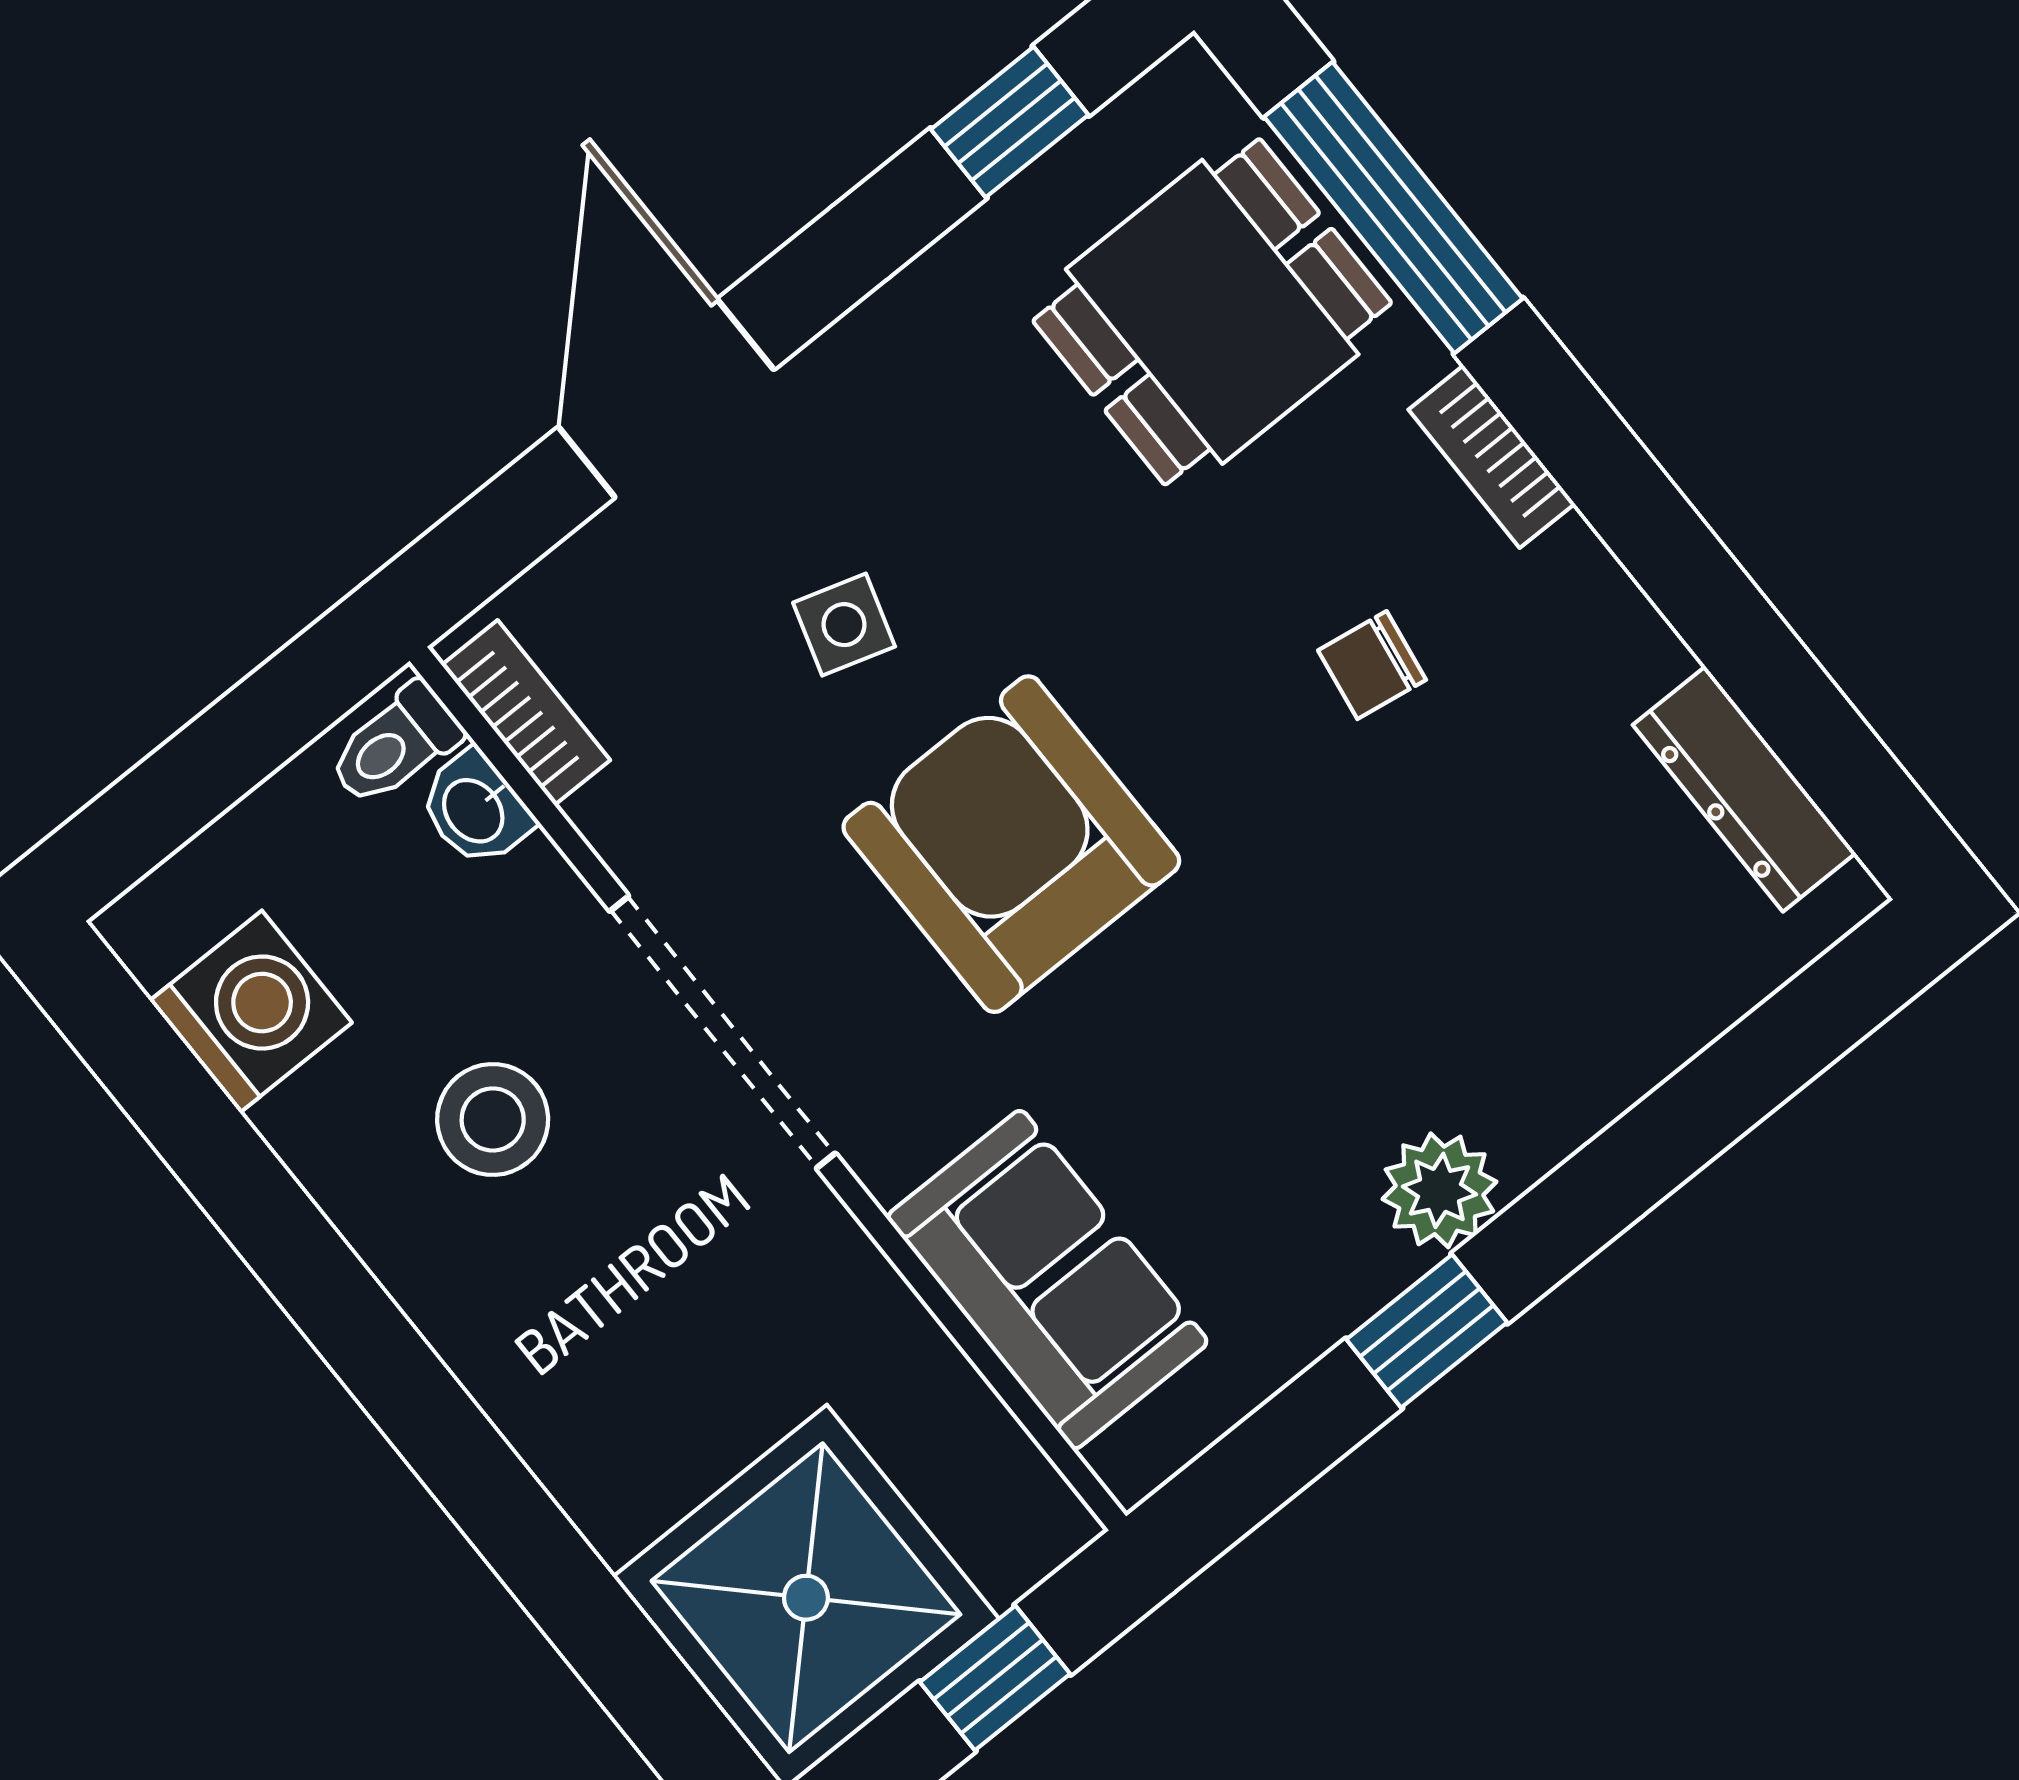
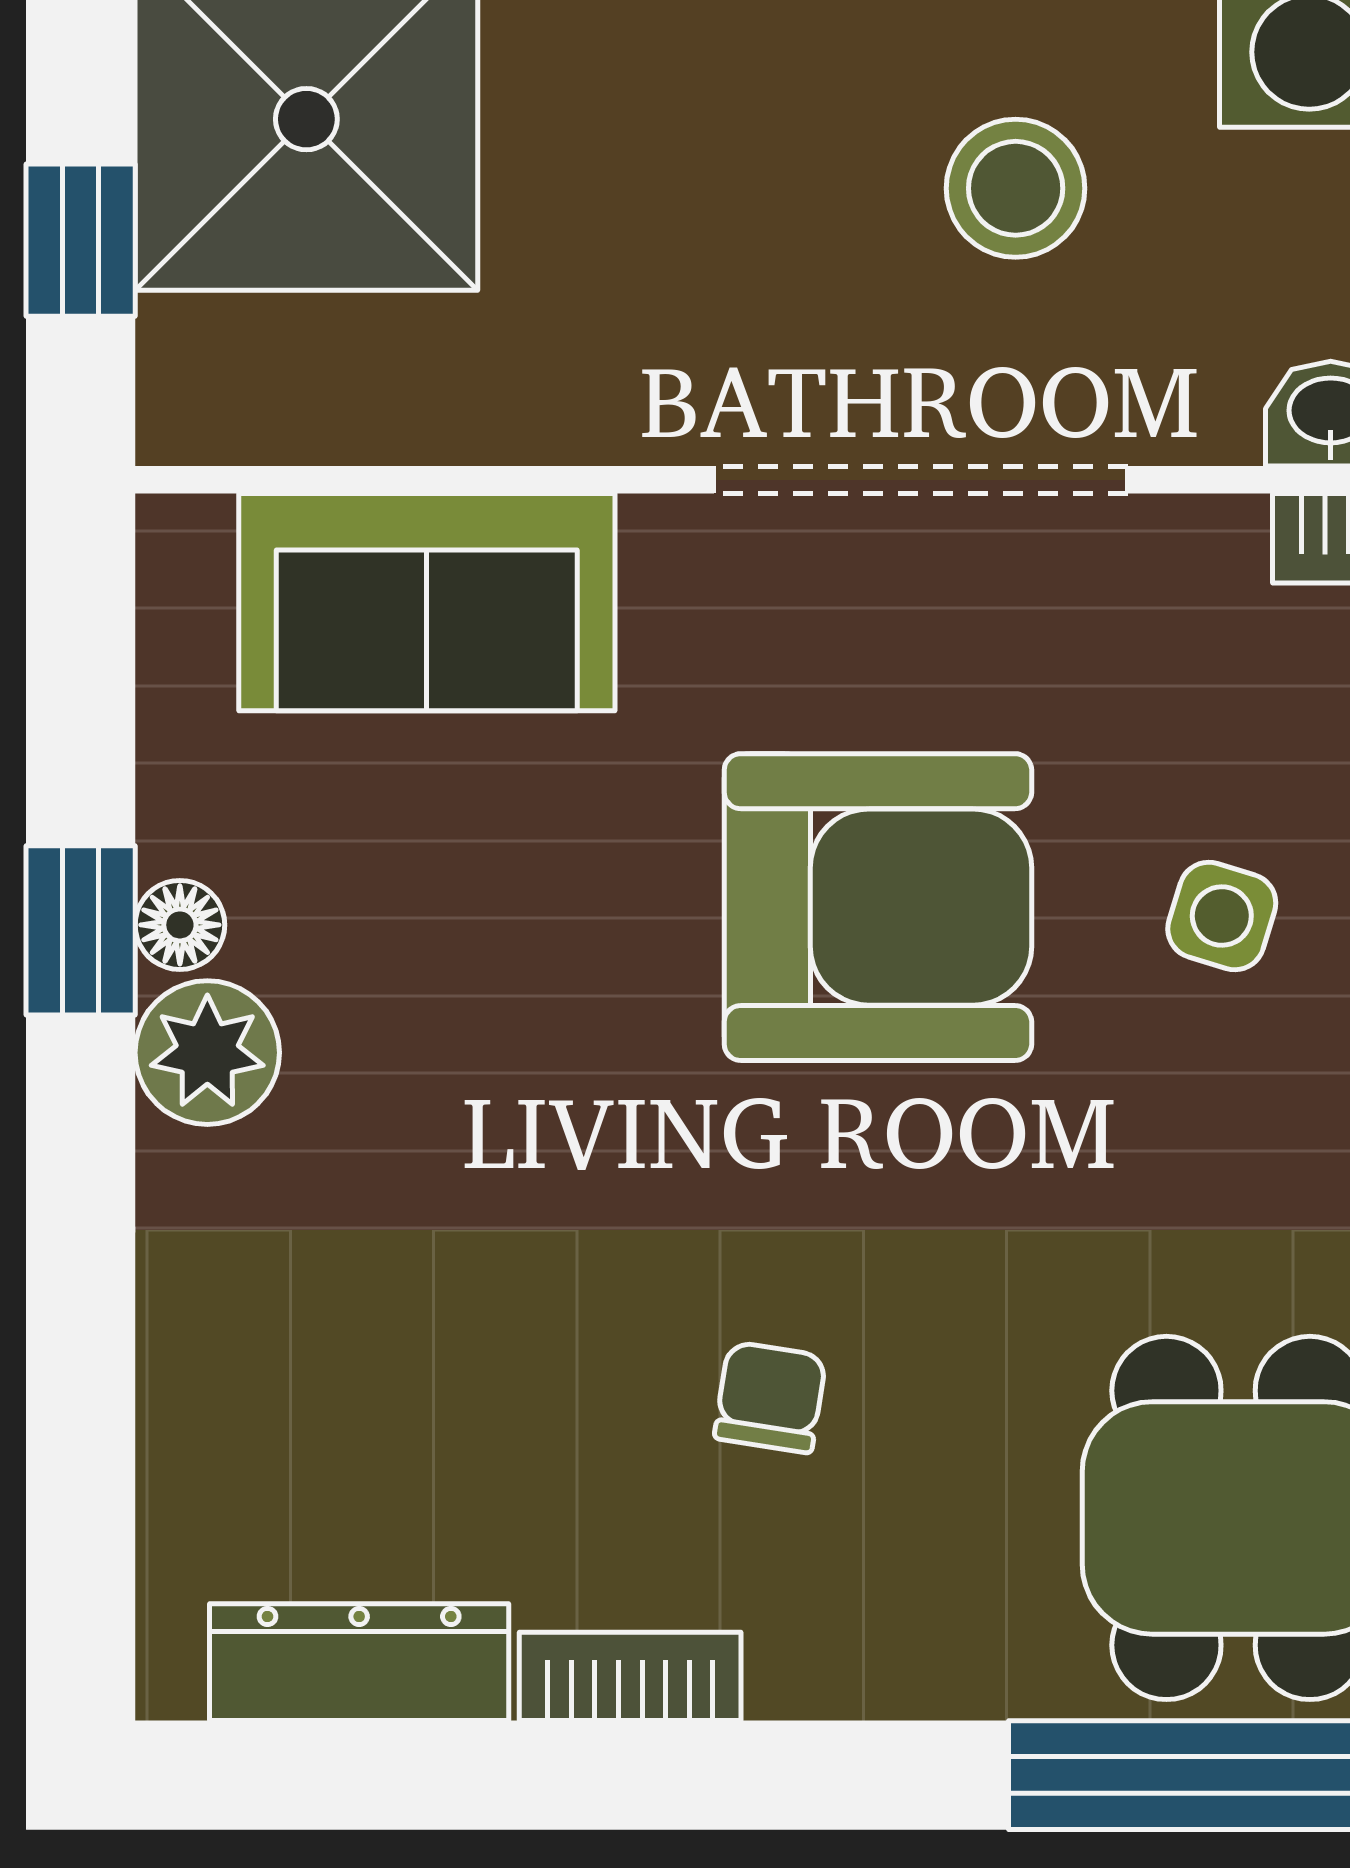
bookcase: (1492, 457) -> (630, 1676), moved
floor lamp: (1373, 1272) -> (180, 925), added

